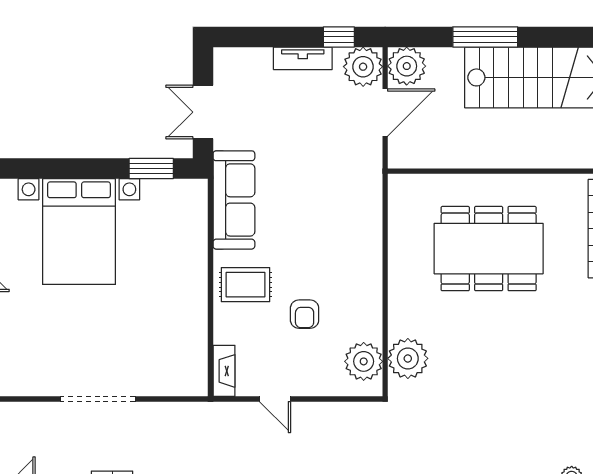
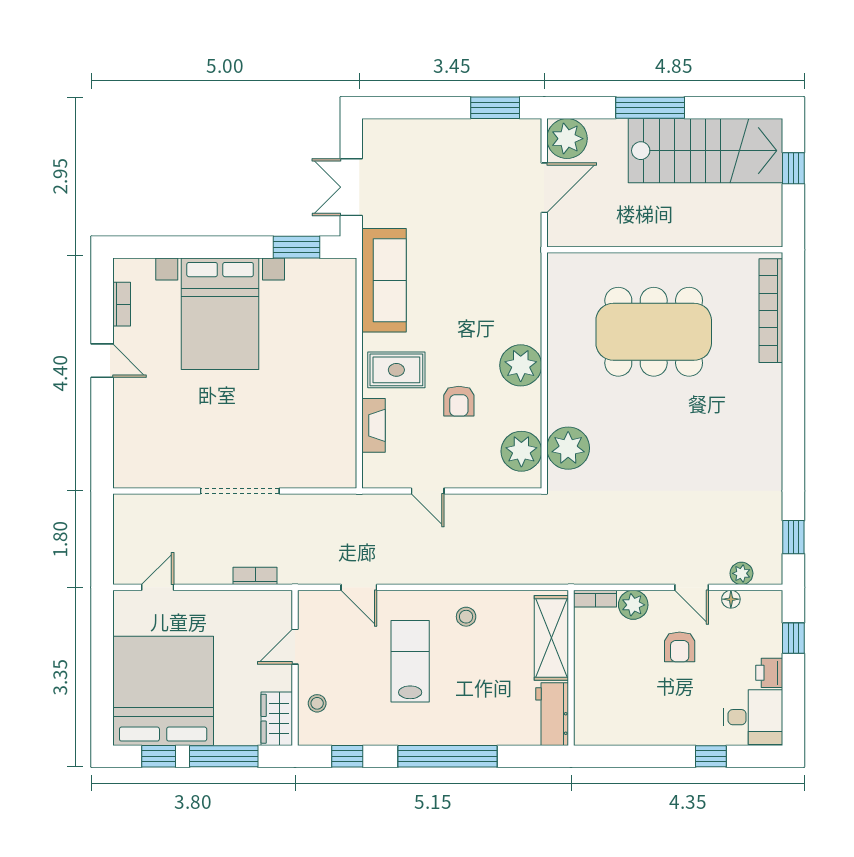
window: (339, 37) -> (495, 108), width x1.50
tv unit: (303, 58) -> (457, 130), removed
plant: (363, 67) -> (521, 365), moved
fireplace: (224, 371) -> (374, 425), moved

